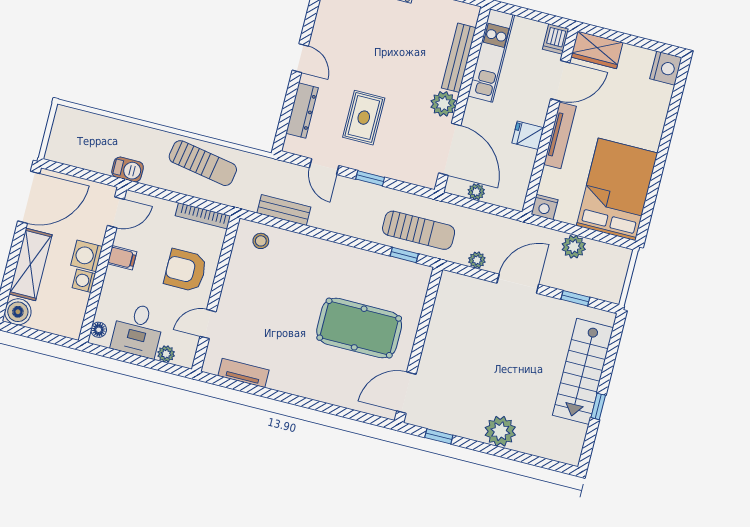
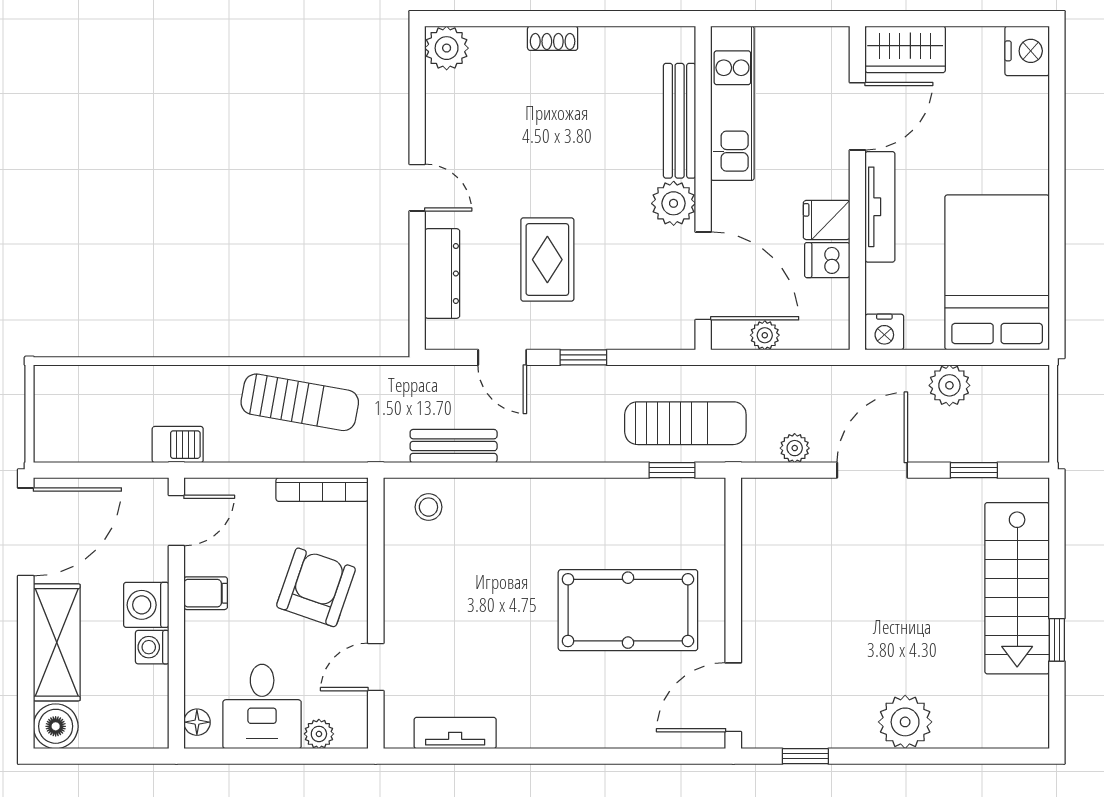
dishwasher: (556, 39) -> (827, 260), moved, turned 90
armchair: (185, 270) -> (316, 587), turned 109

